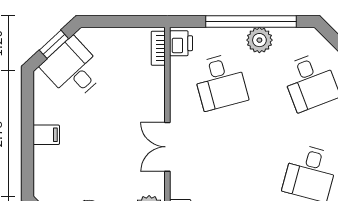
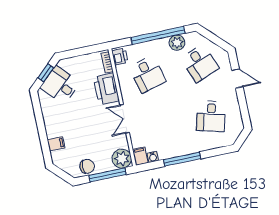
plant: (259, 40) -> (177, 43), moved
printer: (148, 92) -> (106, 89), added
filing cabinet: (46, 135) -> (56, 144), moved

